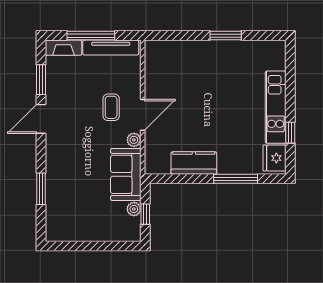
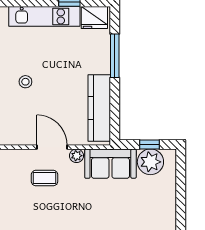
stool: (209, 88) -> (25, 82), added
kitchen counter: (194, 163) -> (99, 108), width x1.50
plant: (134, 209) -> (150, 162), width x1.88, depth x1.88

